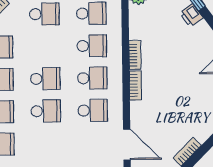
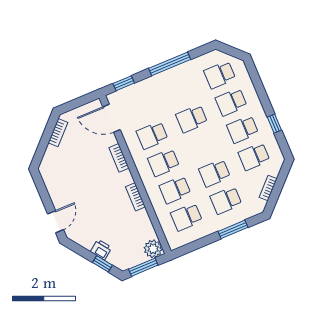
school desk: (45, 79) -> (215, 173), moved
bookcase: (135, 85) -> (119, 158), moved

